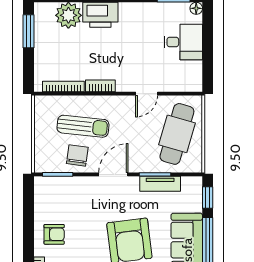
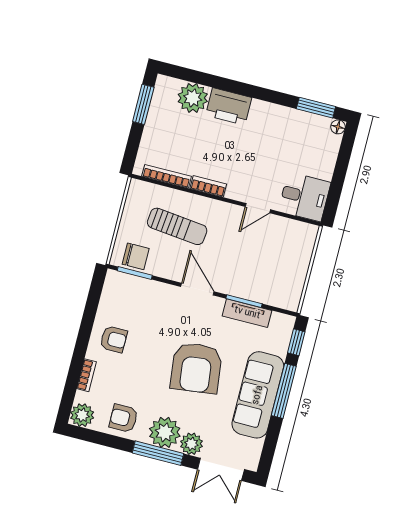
desk: (183, 42) -> (304, 197), moved
cafe table: (177, 134) -> (280, 262), removed
chair: (77, 155) -> (136, 256), moved, turned 82
door: (113, 174) -> (197, 289), hinge flipped

